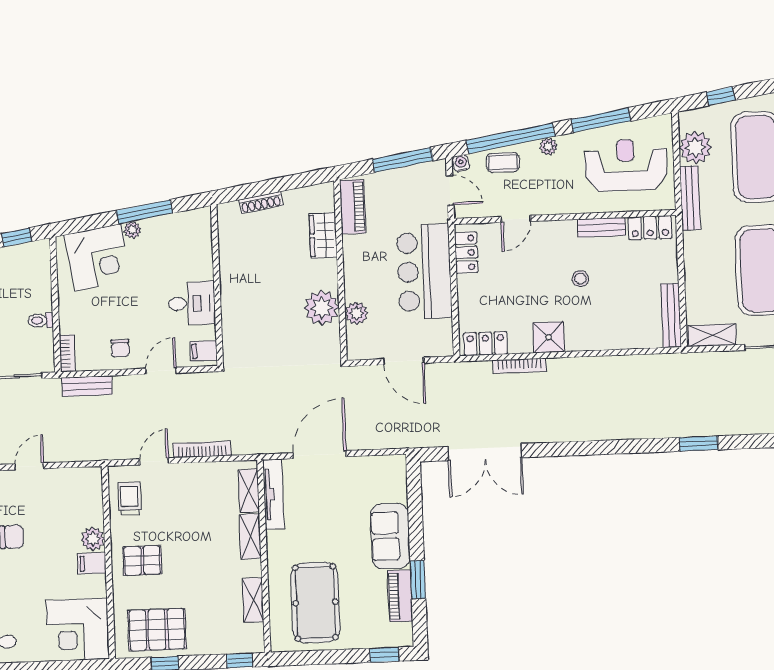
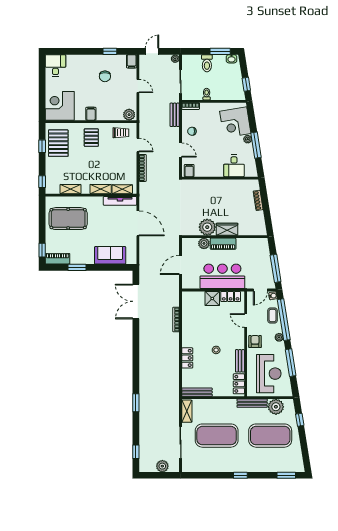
armchair: (559, 197) -> (255, 342), added
piano: (353, 207) -> (223, 244), moved
wardrobe: (323, 235) -> (227, 229), moved
desk: (192, 303) -> (234, 166), moved
shower: (549, 337) -> (212, 298), moved
locker: (485, 344) -> (187, 358), moved
sofa: (390, 536) -> (110, 255), moved
plant: (93, 539) -> (129, 115), moved
piano: (400, 596) -> (58, 259), moved

